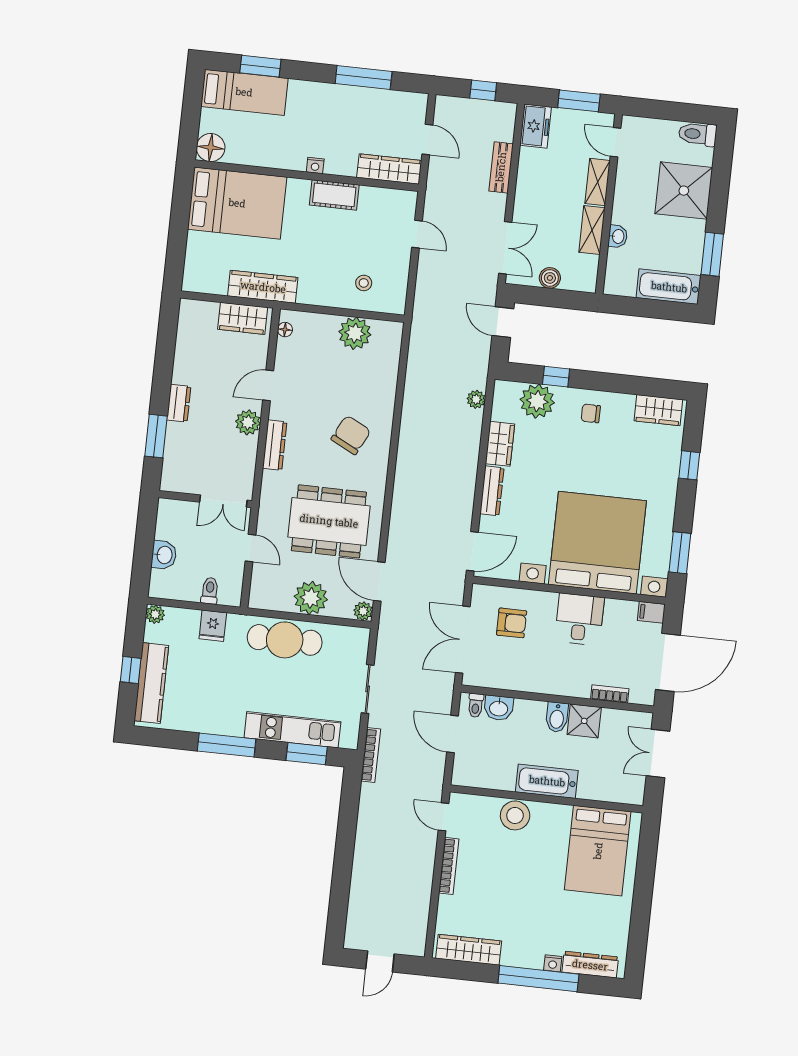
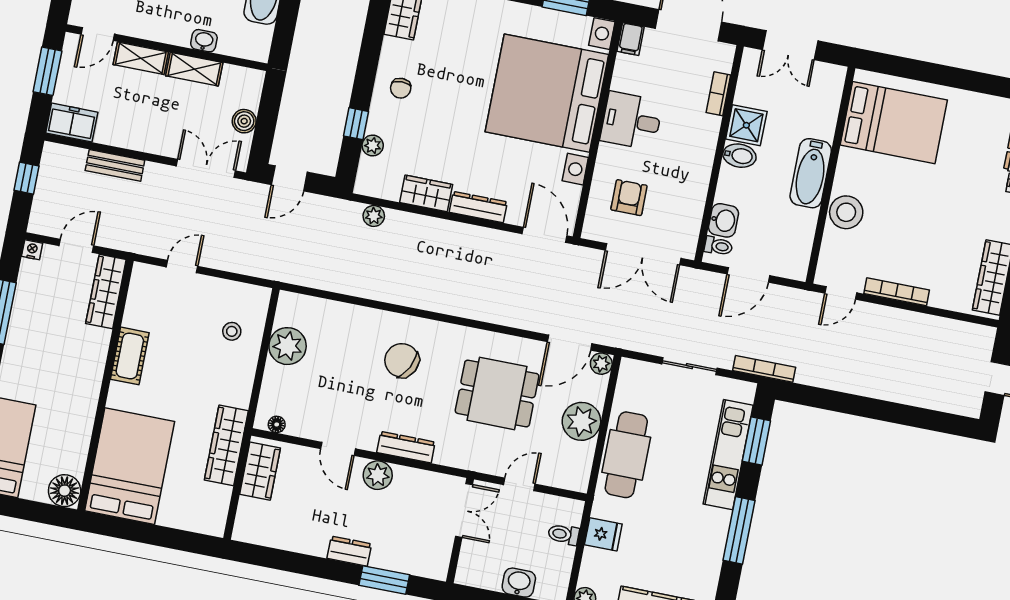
nightstand: (315, 166) -> (32, 250), moved, turned -90
plant: (537, 401) -> (373, 145), width x0.53, depth x0.53
dining table: (329, 521) -> (497, 393), width x0.73

